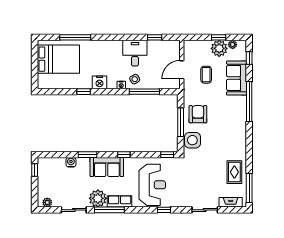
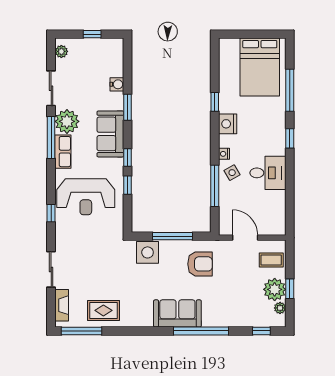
window: (155, 37) -> (290, 138), moved
coffee table: (206, 75) -> (271, 260), moved
sofa: (237, 78) -> (177, 313), moved
armchair: (198, 114) -> (200, 264), moved
window: (167, 155) -> (128, 185), moved
window: (35, 170) -> (92, 34), moved

